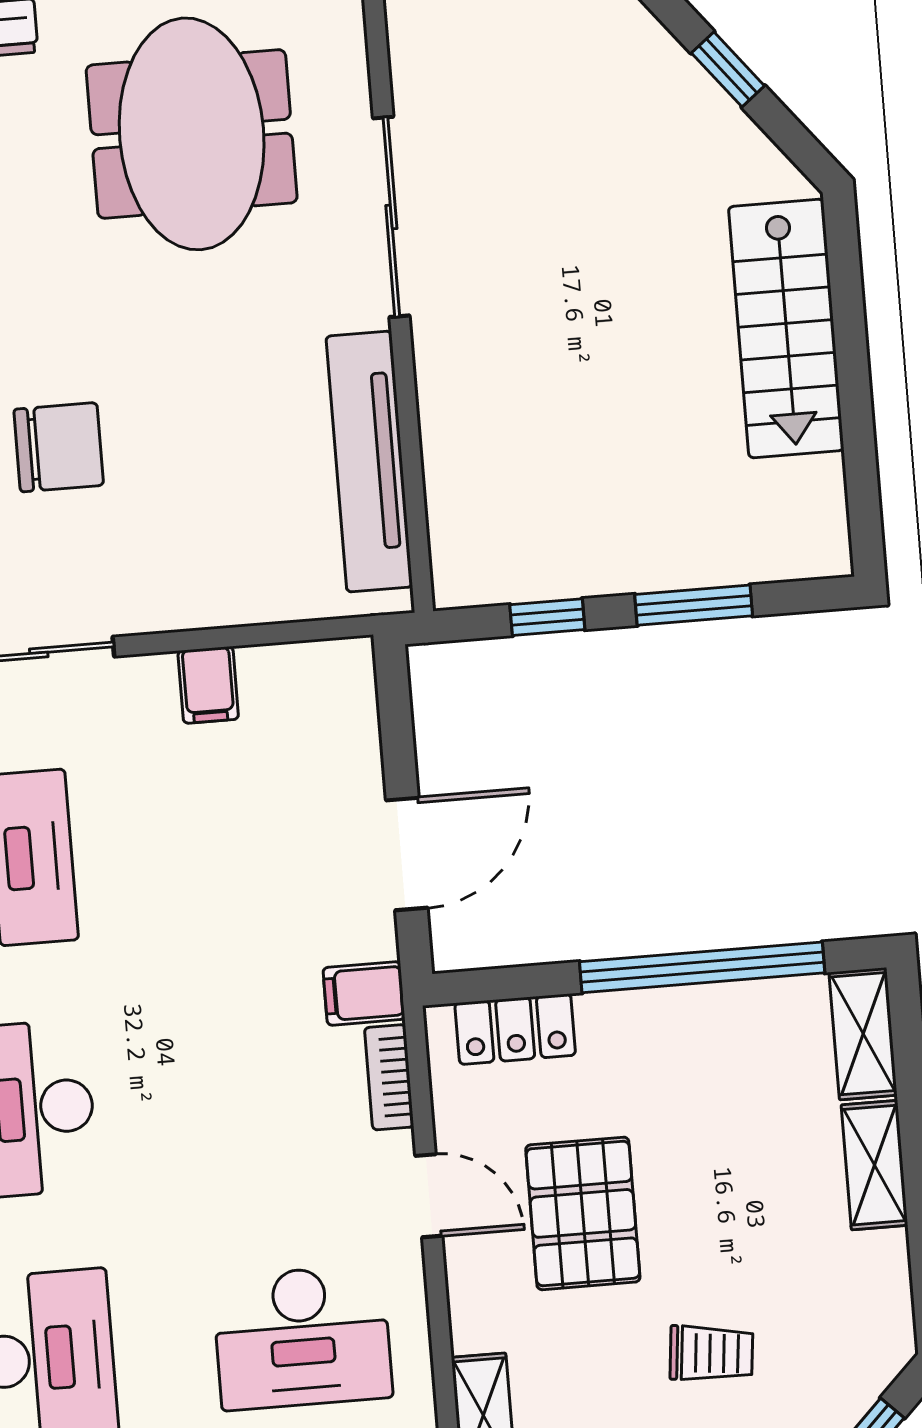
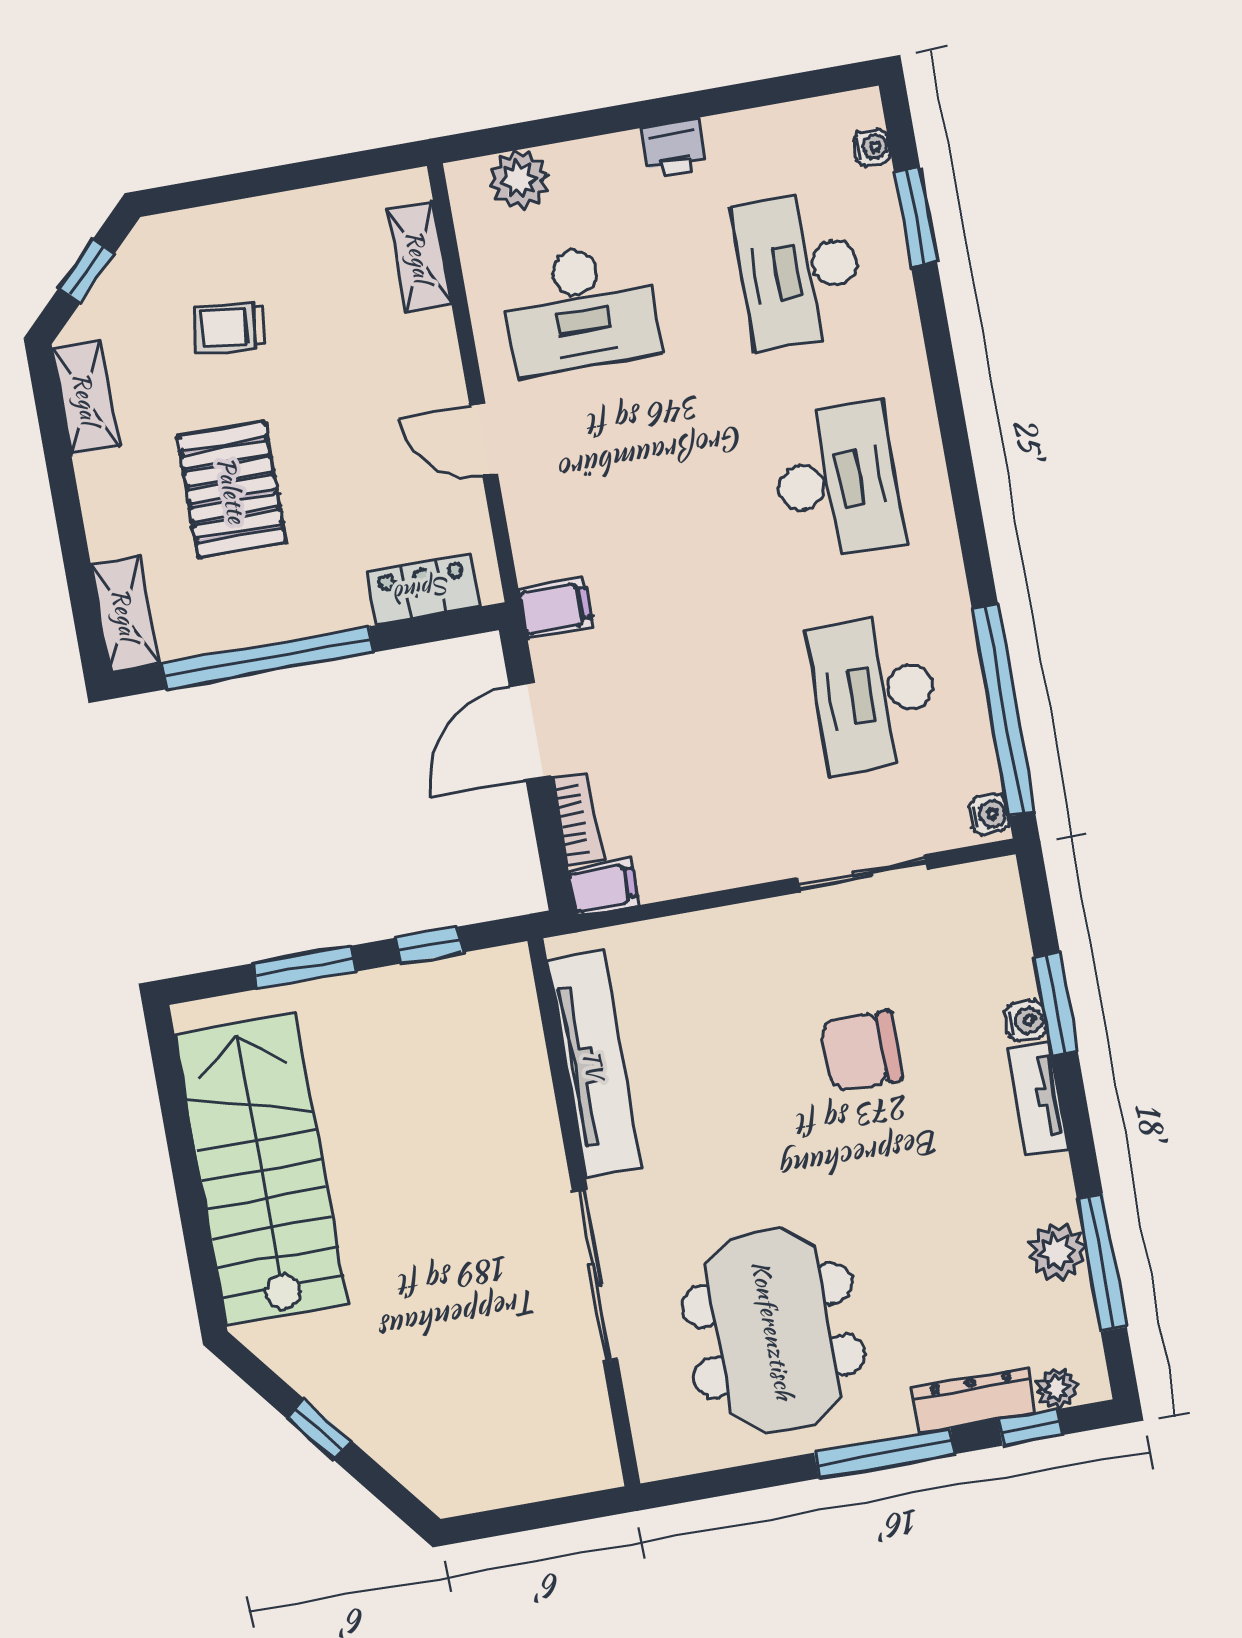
stairs: (786, 329) -> (261, 1169), width x1.36, depth x1.51
filing cabinet: (208, 685) -> (604, 887), moved, turned 90
bookcase: (389, 1077) -> (577, 819), moved
shelving: (874, 1165) -> (86, 398), moved
pallet: (583, 1213) -> (232, 490), moved
desk: (302, 1337) -> (581, 308), turned 180

